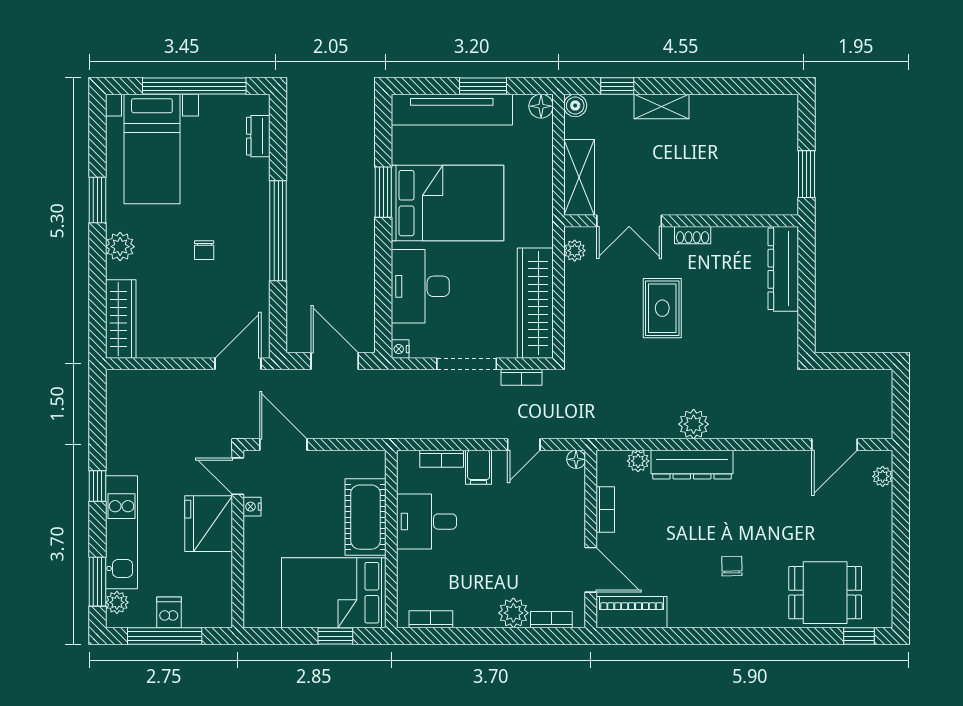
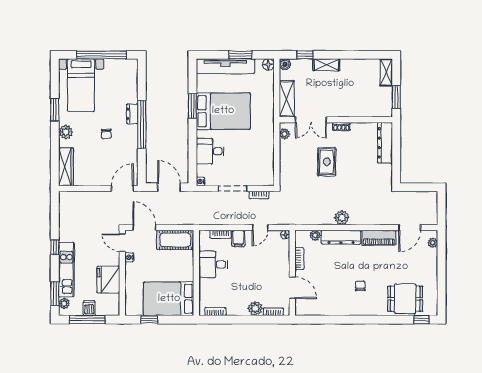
shelving: (786, 122) -> (386, 72), added
dresser: (258, 136) -> (132, 114), moved
desk: (420, 286) -> (210, 151), width x0.73
wardrobe: (535, 303) -> (266, 159), removed
cot: (366, 517) -> (175, 240), moved, turned 90
fridge: (209, 524) -> (108, 280), moved
piano: (632, 612) -> (379, 238), moved, turned 180
window: (335, 636) -> (149, 320), moved

